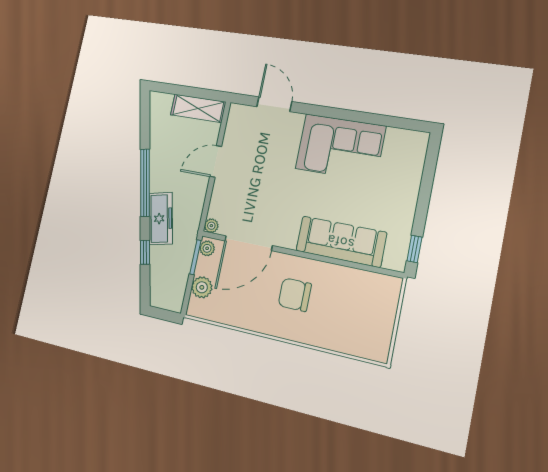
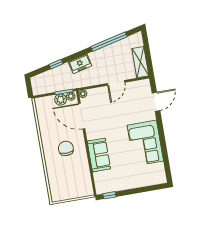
door: (216, 161) -> (116, 83), swing flipped
window: (145, 183) -> (109, 42), moved
freezer: (161, 218) -> (80, 64), width x0.71
sofa: (341, 242) -> (99, 155), width x0.73
plant: (202, 287) -> (61, 100), moved

